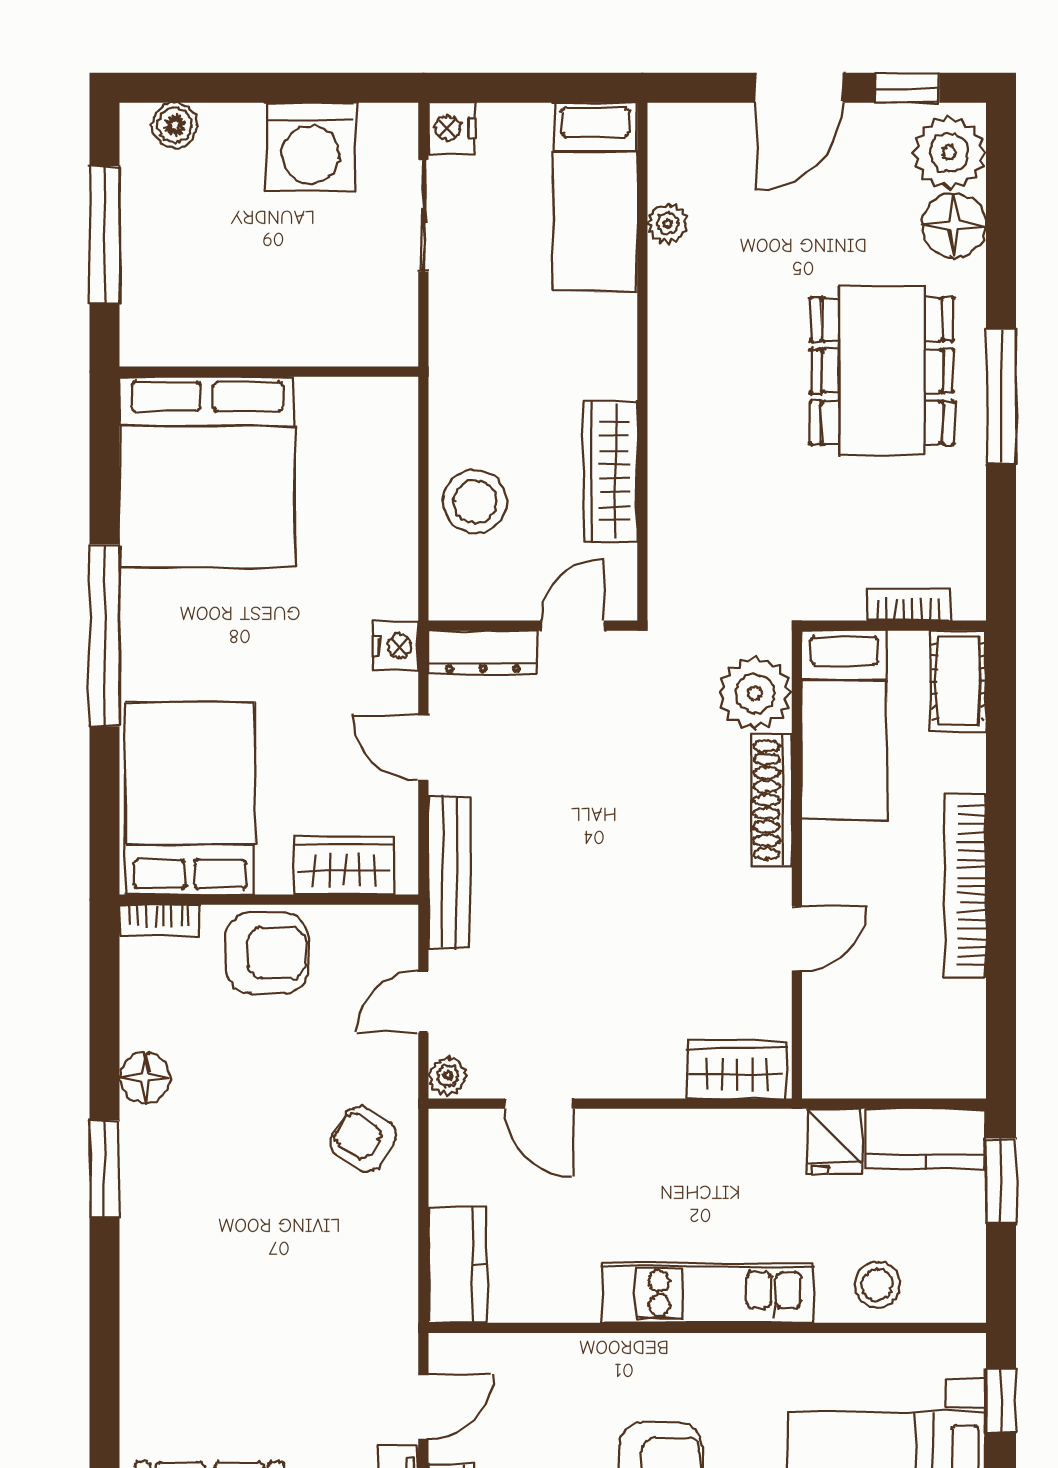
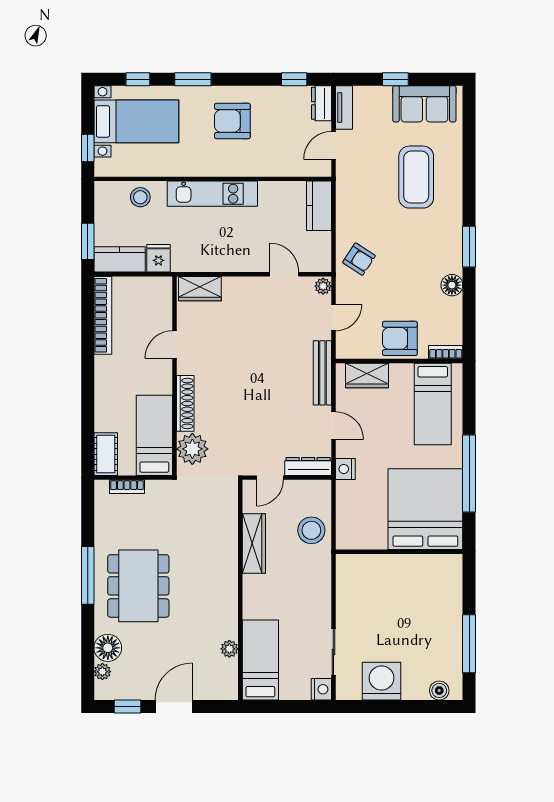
plant: (949, 152) -> (102, 672), width x0.53, depth x0.53
wall: (269, 372) -> (399, 552), moved
bed: (207, 472) -> (425, 509), moved
bed: (190, 799) -> (433, 404), width x0.67
bookcase: (965, 885) -> (103, 315), moved
coffee table: (229, 1332) -> (416, 177), added

